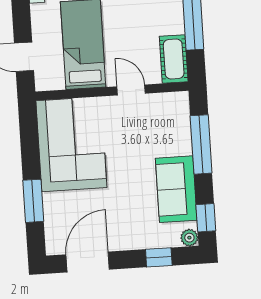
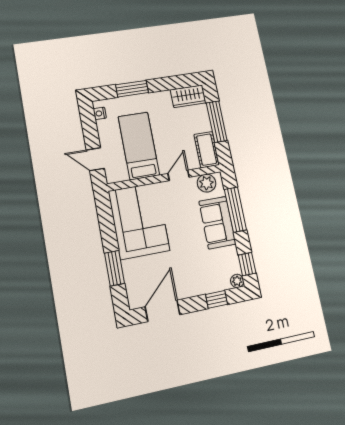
door: (131, 90) -> (179, 175), hinge flipped
plant: (167, 105) -> (207, 183), added
sofa: (176, 189) -> (217, 223), moved

